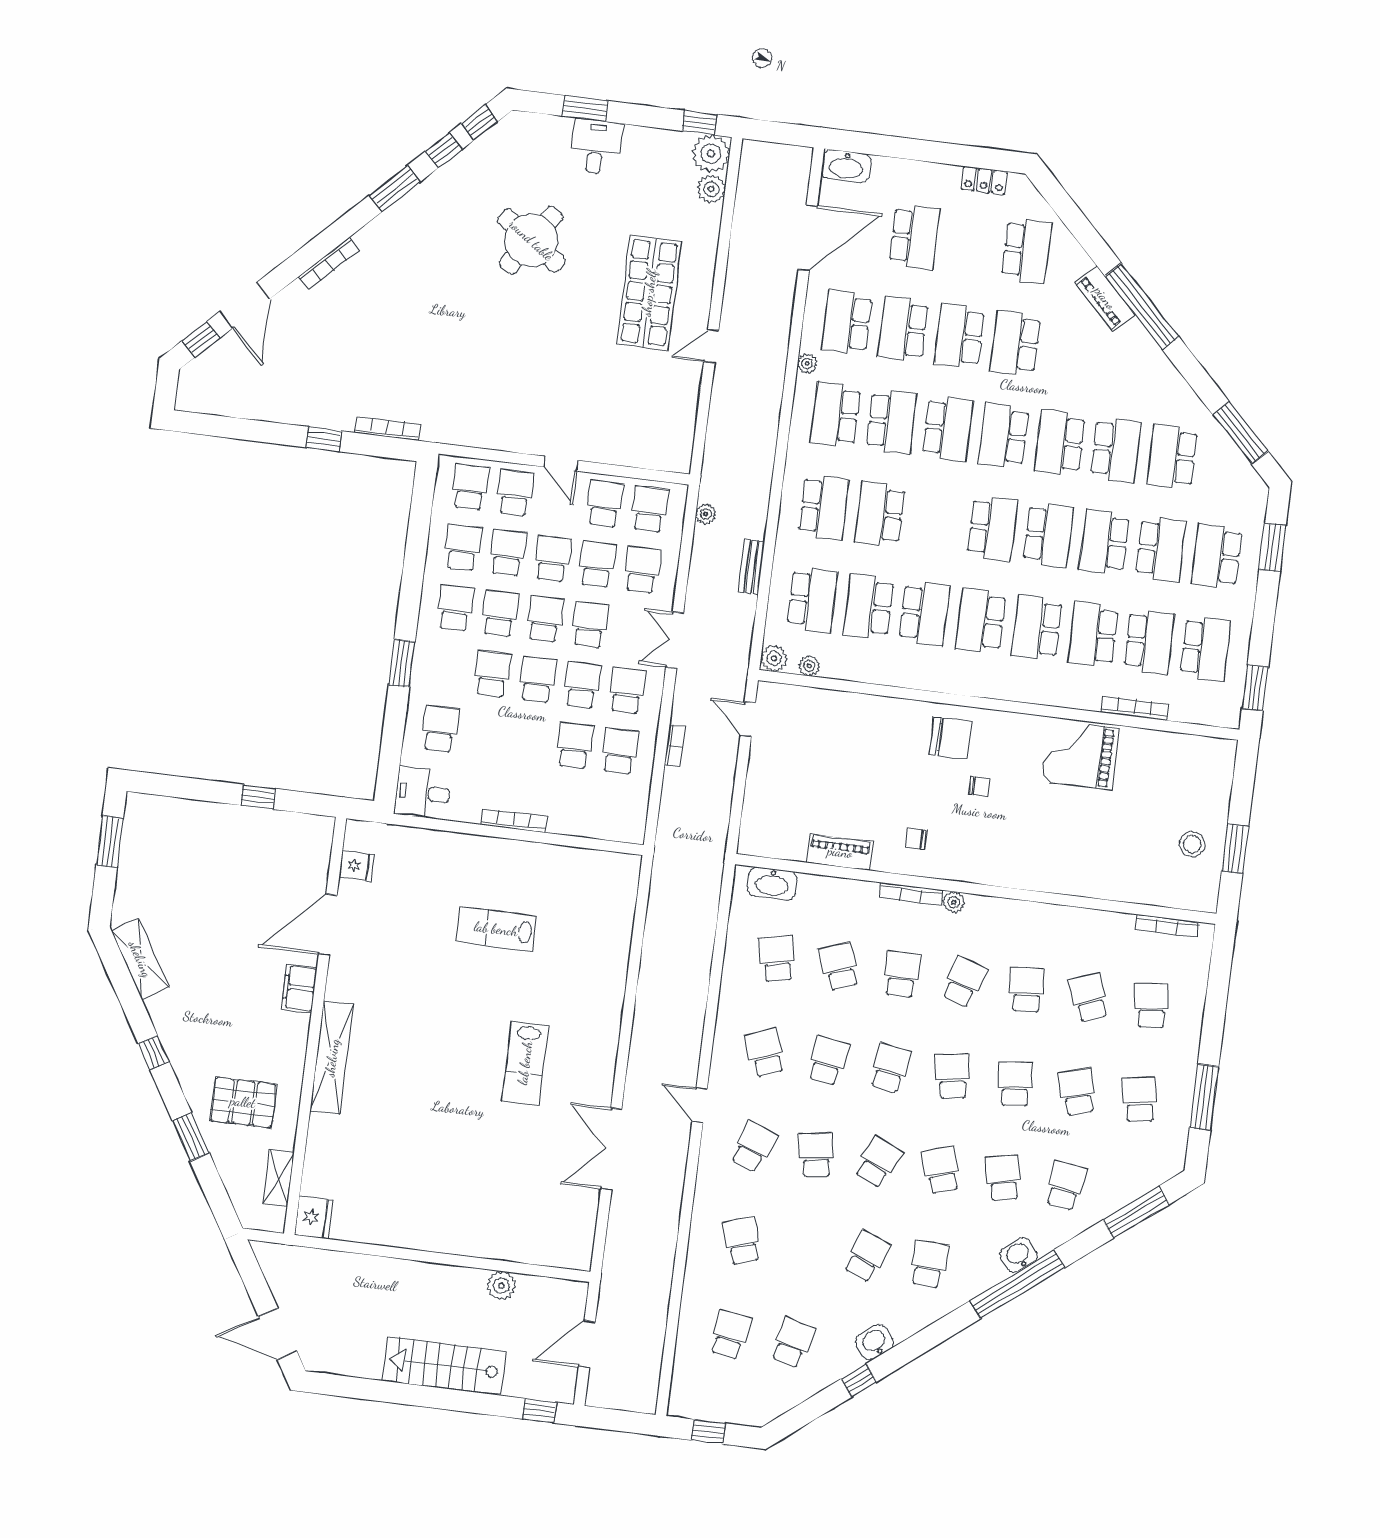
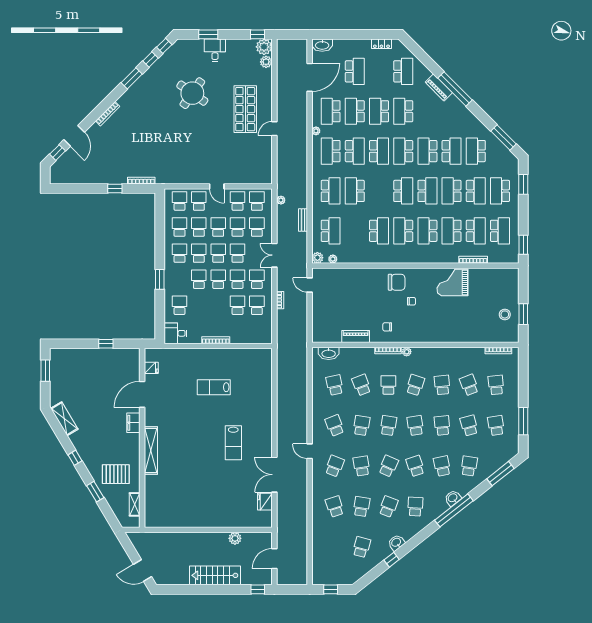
school desk: (868, 607) -> (355, 231), removed
fridge: (314, 1217) -> (265, 502), moved, turned 180
school desk: (730, 1335) -> (362, 507), moved

